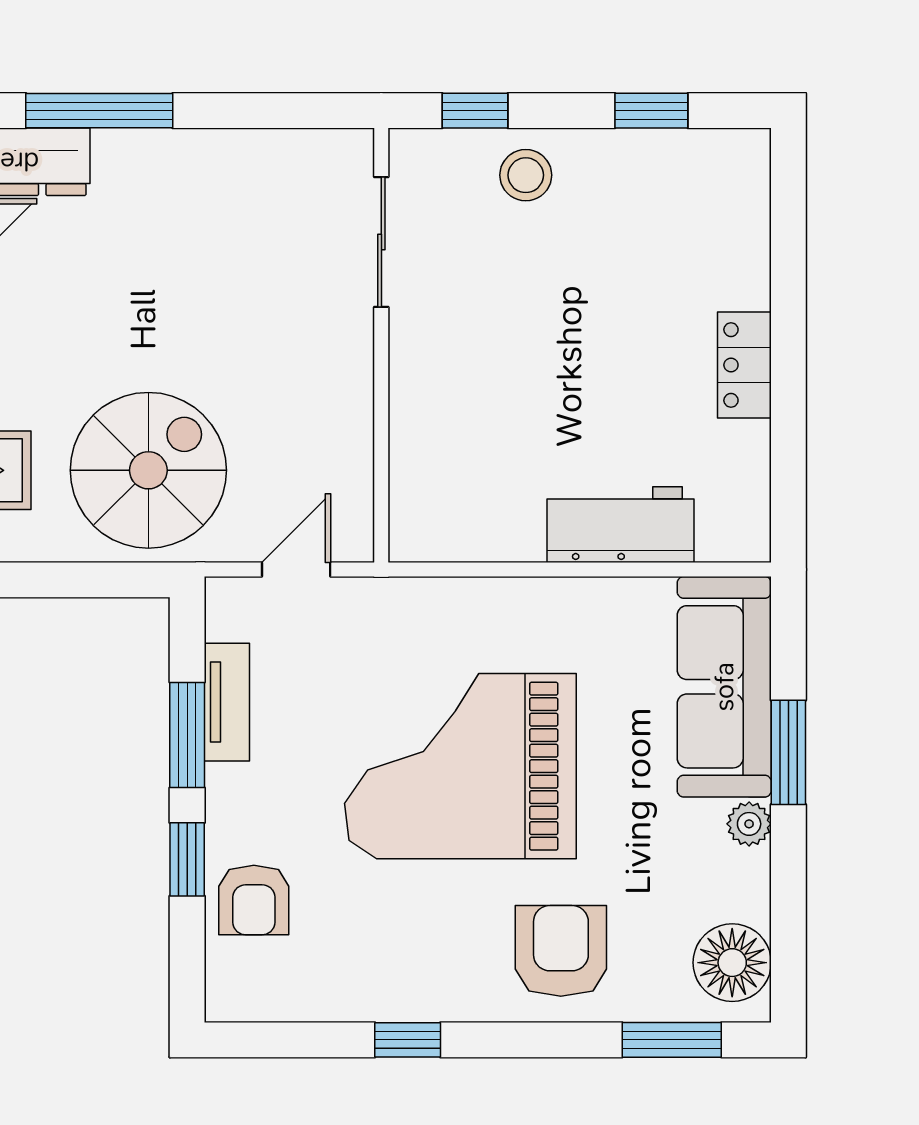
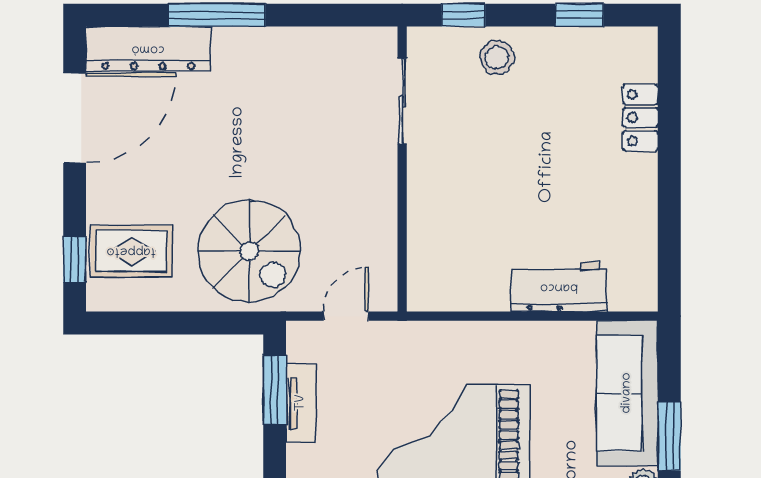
locker: (744, 365) -> (640, 118), moved
spiral stairs: (148, 470) -> (249, 251), turned 90
window: (187, 735) -> (275, 390), moved

